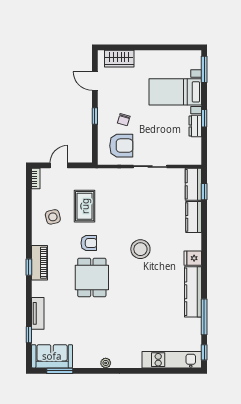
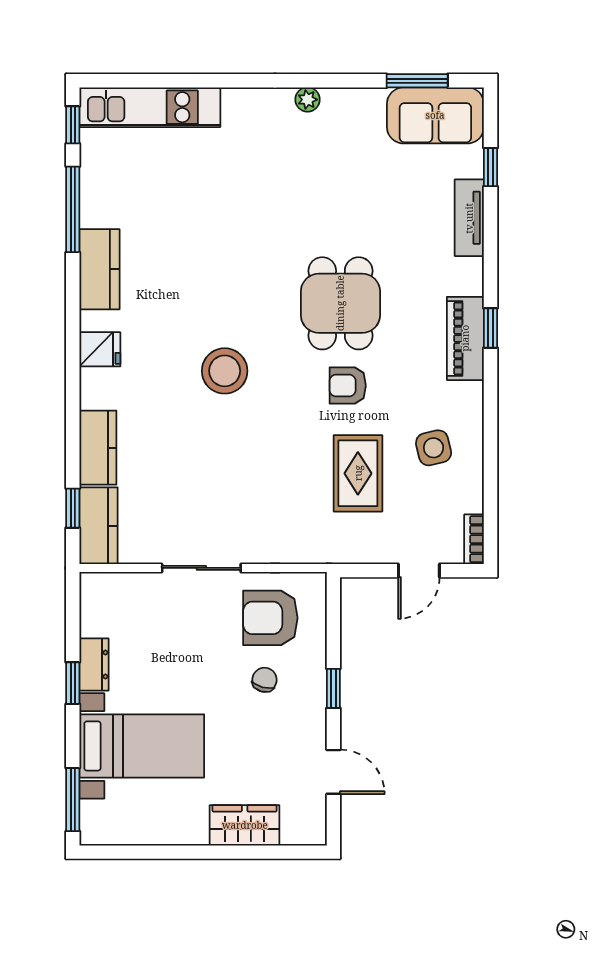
wardrobe: (119, 59) -> (245, 825), moved
kitchen counter: (193, 292) -> (99, 269), width x0.67

